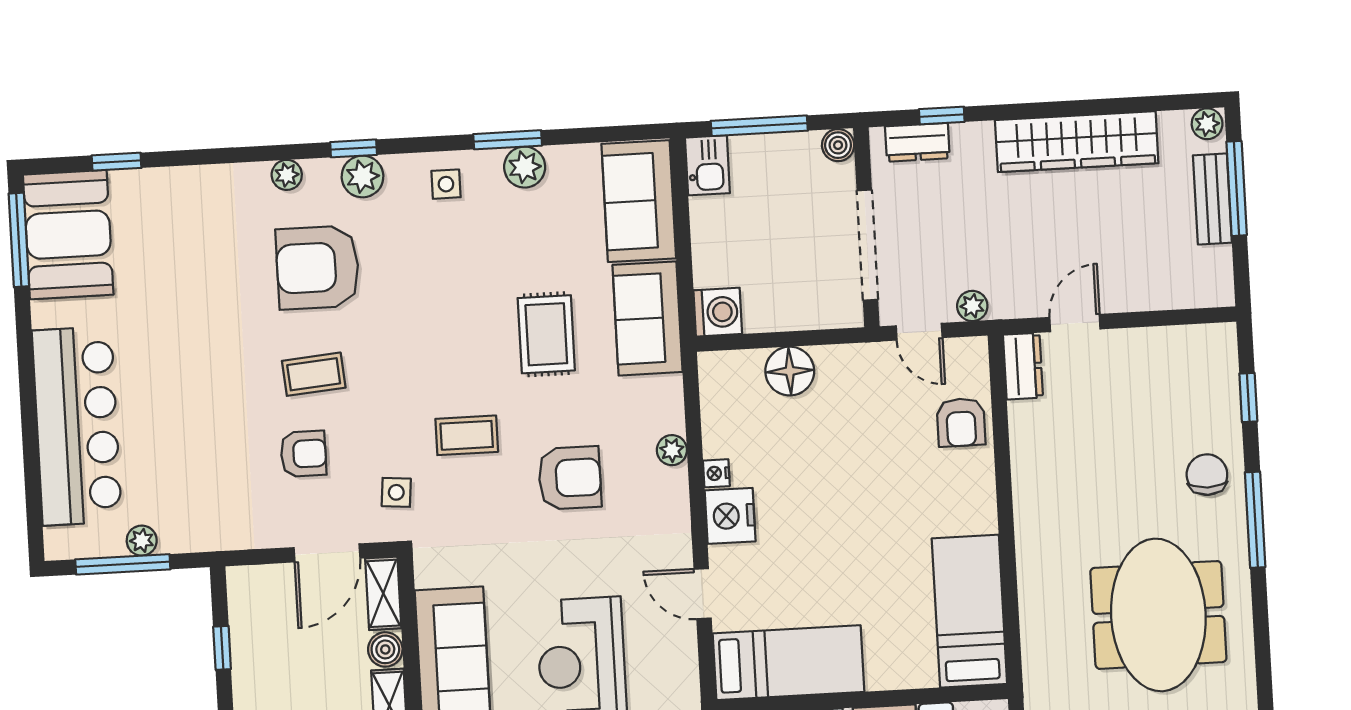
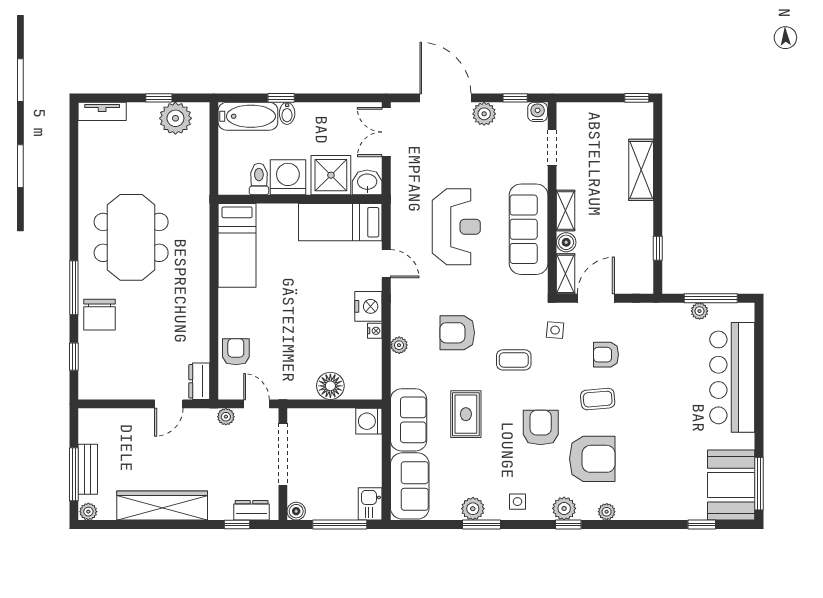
armchair: (412, 318) -> (541, 428), added
chair: (1207, 475) -> (99, 315), width x1.37, depth x1.37

